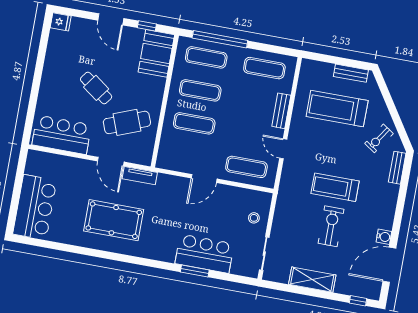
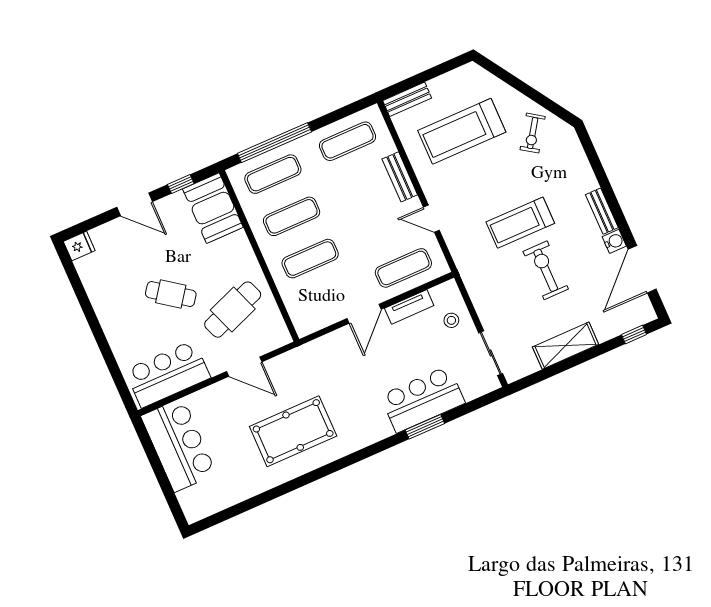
bench: (351, 73) -> (407, 99), moved
bench: (397, 168) -> (602, 211), moved
tv unit: (140, 176) -> (409, 307), moved
bar counter: (35, 207) -> (179, 445), moved

